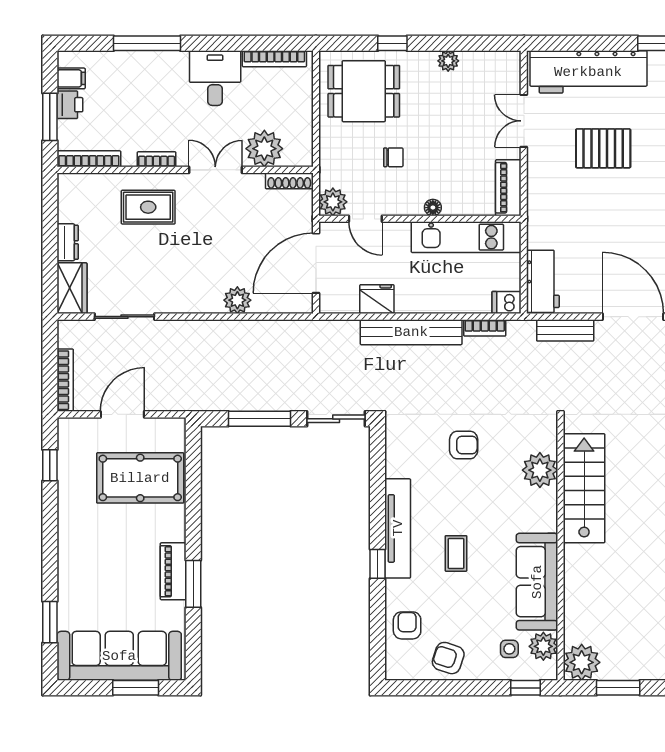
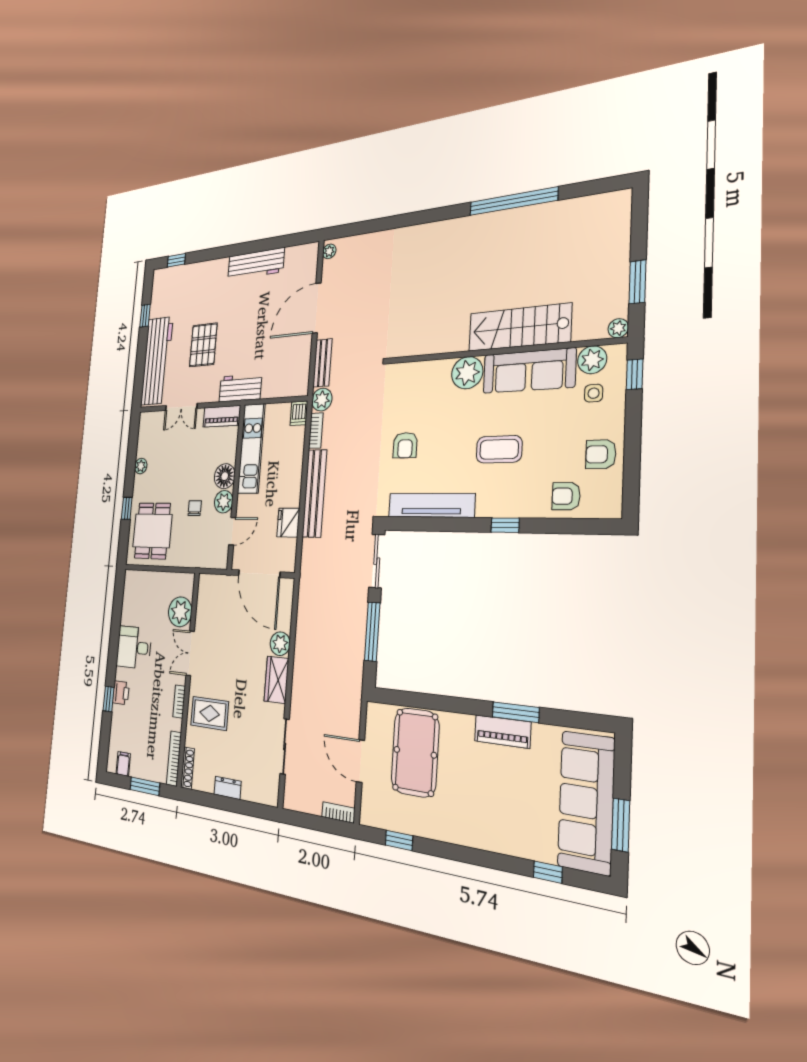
window: (147, 43) -> (109, 699), width x0.46
bookcase: (274, 59) -> (127, 600), removed
printer: (70, 105) -> (121, 693), moved, turned 90
shoe rack: (289, 181) -> (188, 768), moved
plant: (333, 202) -> (224, 502), moved
rug: (148, 207) -> (210, 713), turned 90
floor lamp: (433, 208) -> (225, 476), width x1.89, depth x1.89
workbench: (543, 281) -> (240, 388), moved
wardrobe: (72, 288) -> (276, 680), moved, turned -90
plant: (521, 333) -> (322, 400), added
bookcase: (65, 380) -> (338, 813), width x0.64
armchair: (464, 445) -> (405, 445), turned 180
plant: (540, 470) -> (467, 373), moved
stairs: (584, 488) -> (519, 327), moved
tv unit: (398, 528) -> (431, 505), moved
coffee table: (456, 553) -> (499, 449), width x1.36, depth x1.30
window: (50, 622) -> (548, 872), width x0.67
armchair: (448, 658) -> (601, 454), turned 72
plant: (582, 662) -> (618, 328), width x0.53, depth x0.53
window: (136, 688) -> (621, 825), moved

